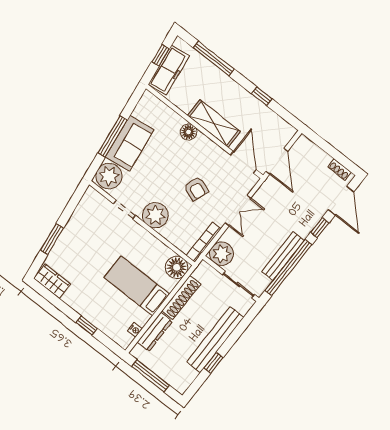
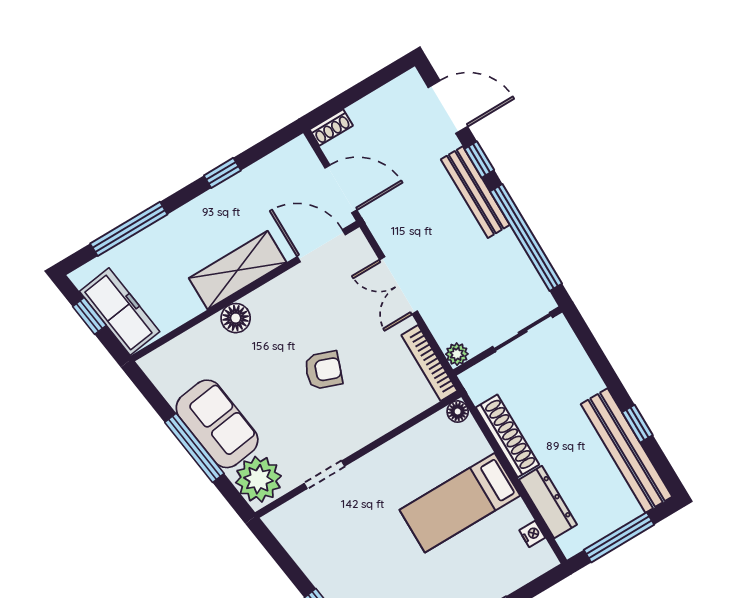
shoe rack: (340, 170) -> (331, 128), moved
armchair: (196, 189) -> (323, 370), moved
double door: (238, 211) -> (399, 285), swing flipped
plant: (155, 215) -> (354, 427), removed
plant: (222, 254) -> (457, 354), width x0.53, depth x0.53
bench: (283, 256) -> (475, 192), moved
floor lamp: (177, 267) -> (458, 412), width x0.53, depth x0.53
bench: (215, 340) -> (626, 450), moved

